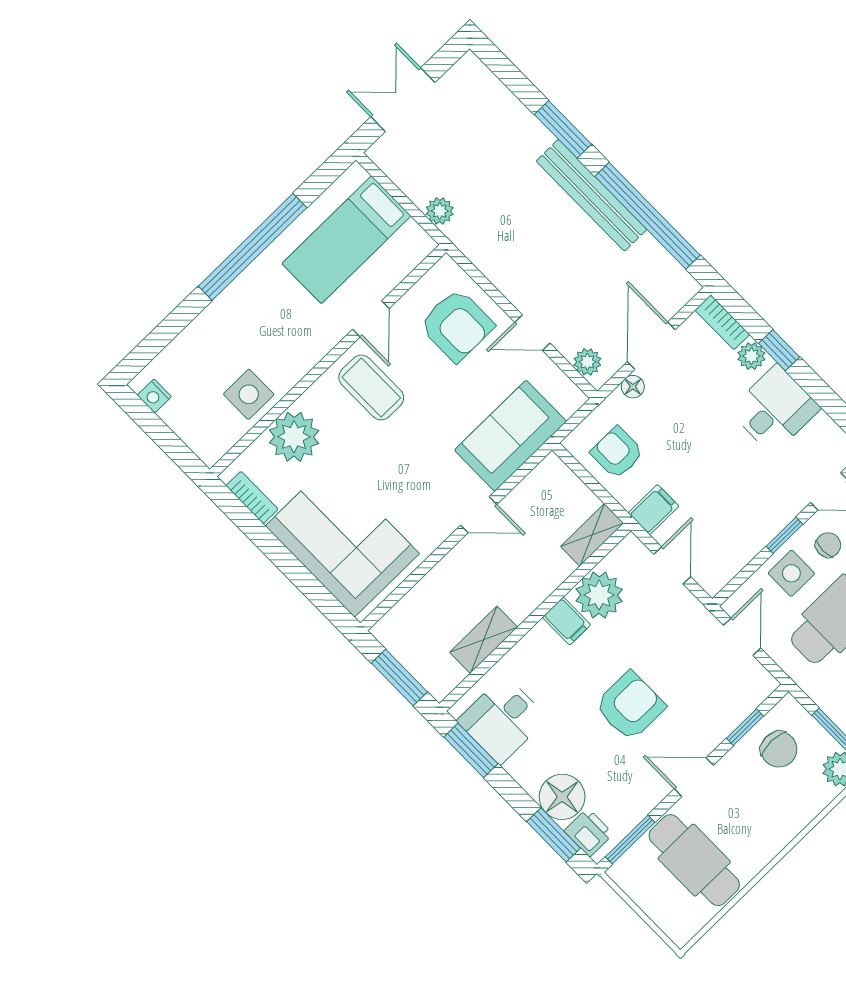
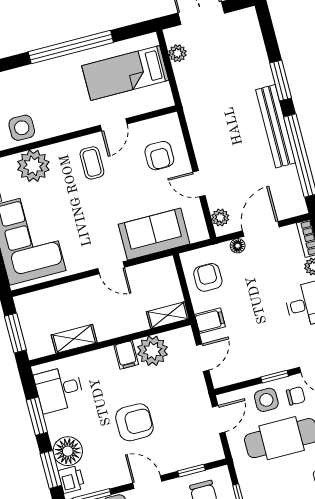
plant: (440, 211) -> (177, 53), moved
armchair: (457, 325) -> (159, 156), width x0.72, depth x0.72
coffee table: (371, 387) -> (92, 163), width x0.73, depth x0.77
window: (471, 750) -> (37, 416), moved

